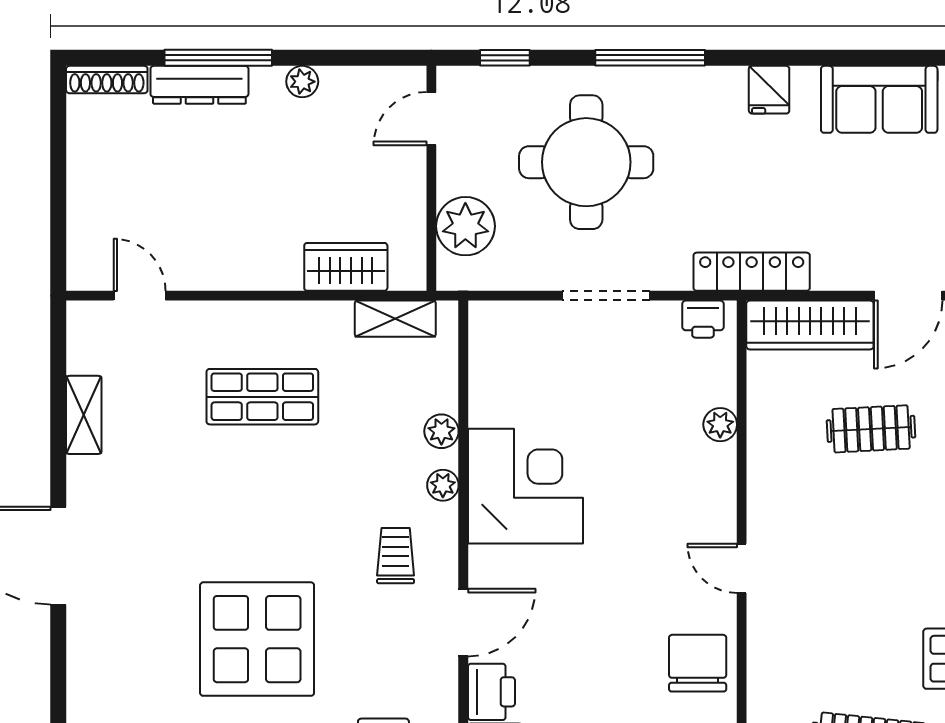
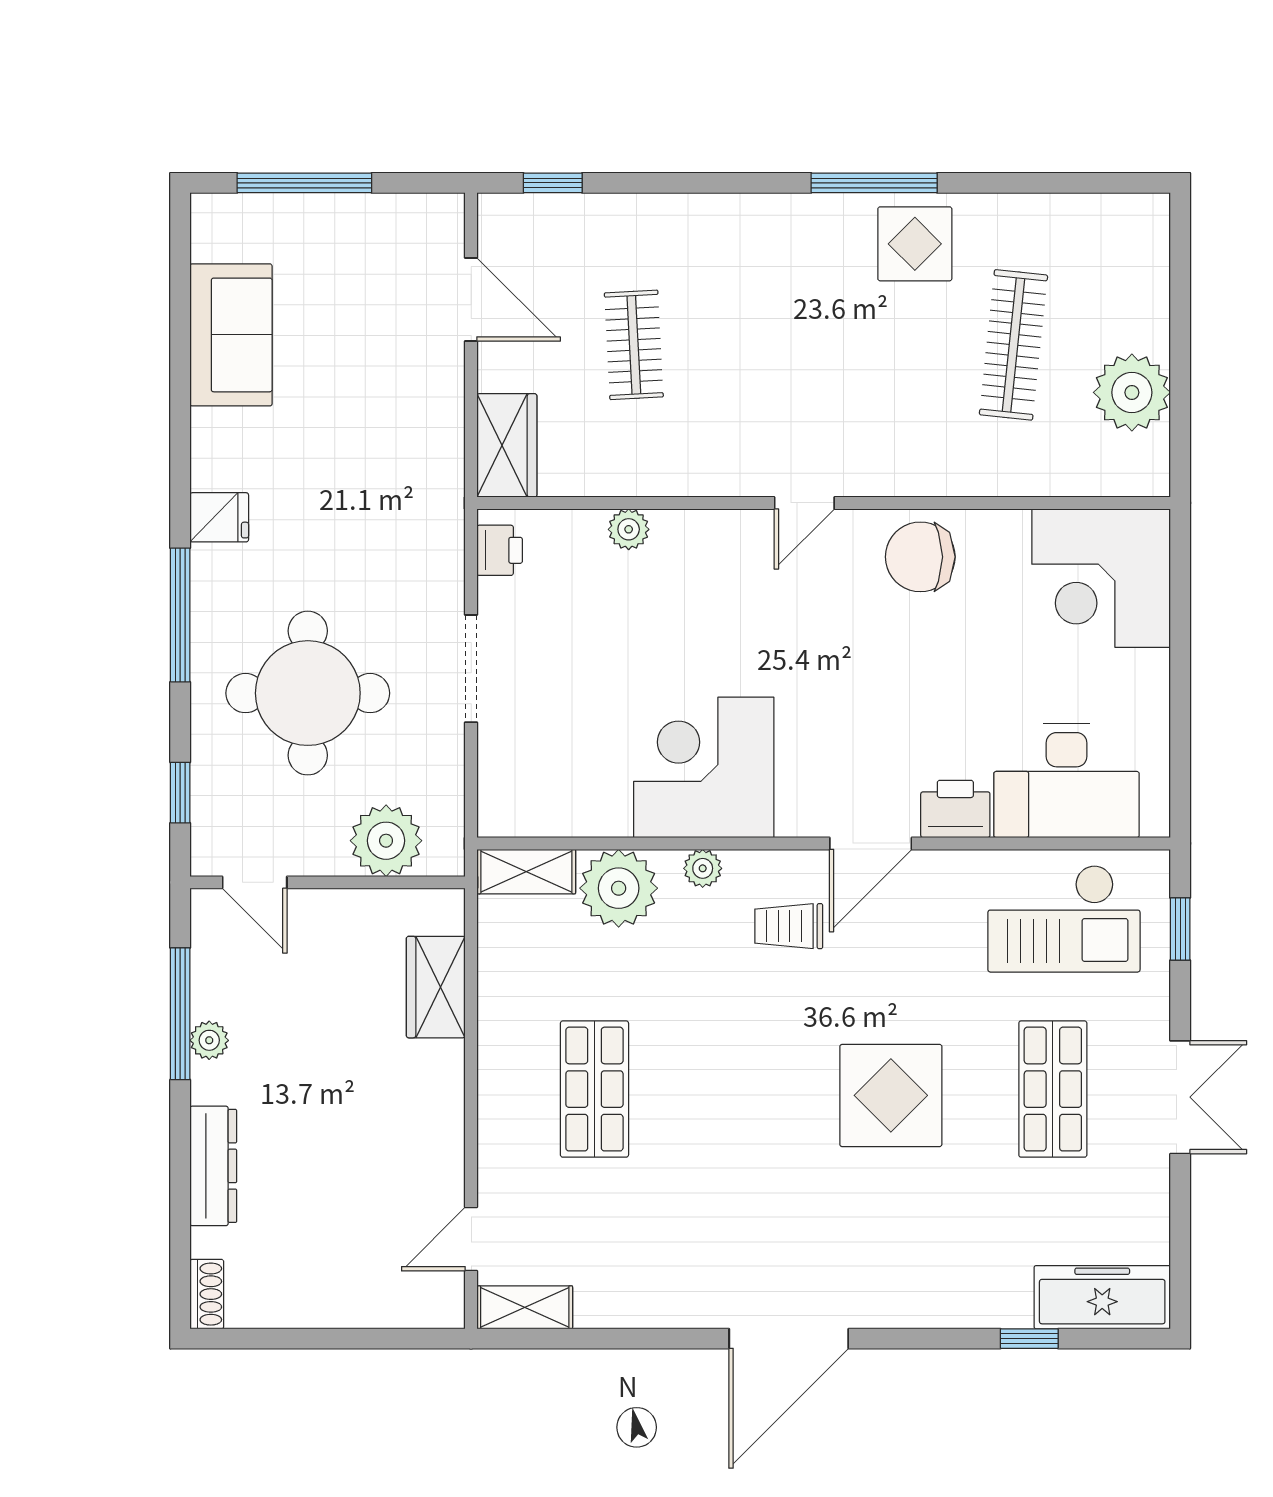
window: (218, 58) -> (180, 1014), moved
shoe rack: (107, 80) -> (207, 1294), width x0.70
fridge: (769, 90) -> (219, 517), moved
locker: (752, 272) -> (442, 491), removed
shelving: (395, 319) -> (526, 872), moved, turned 90
wardrobe: (810, 325) -> (507, 445), width x0.67
shelving: (84, 415) -> (525, 1307), moved
plant: (441, 431) -> (619, 888), width x1.88, depth x1.88
door: (463, 623) -> (871, 843), swing flipped
display table: (257, 639) -> (891, 1095), width x0.73, depth x0.73

